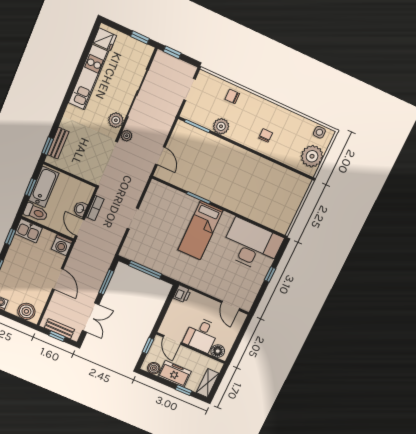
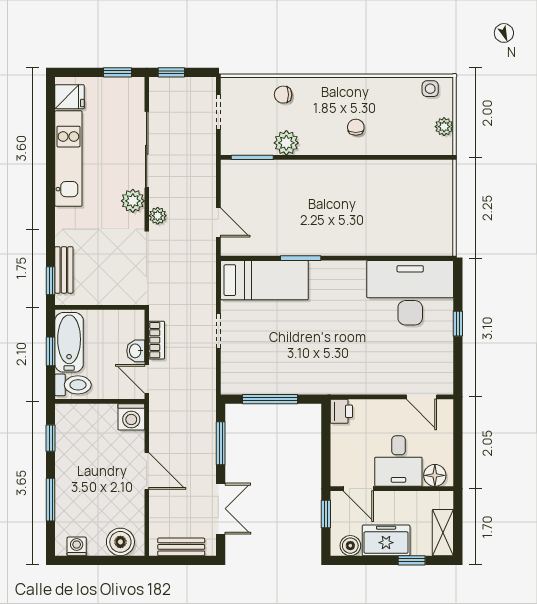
plant: (312, 156) -> (444, 127), width x0.53, depth x0.53
bed: (200, 230) -> (264, 280), moved, turned -90
kitchen sink: (29, 231) -> (74, 417), removed
window: (57, 336) -> (182, 560), removed

